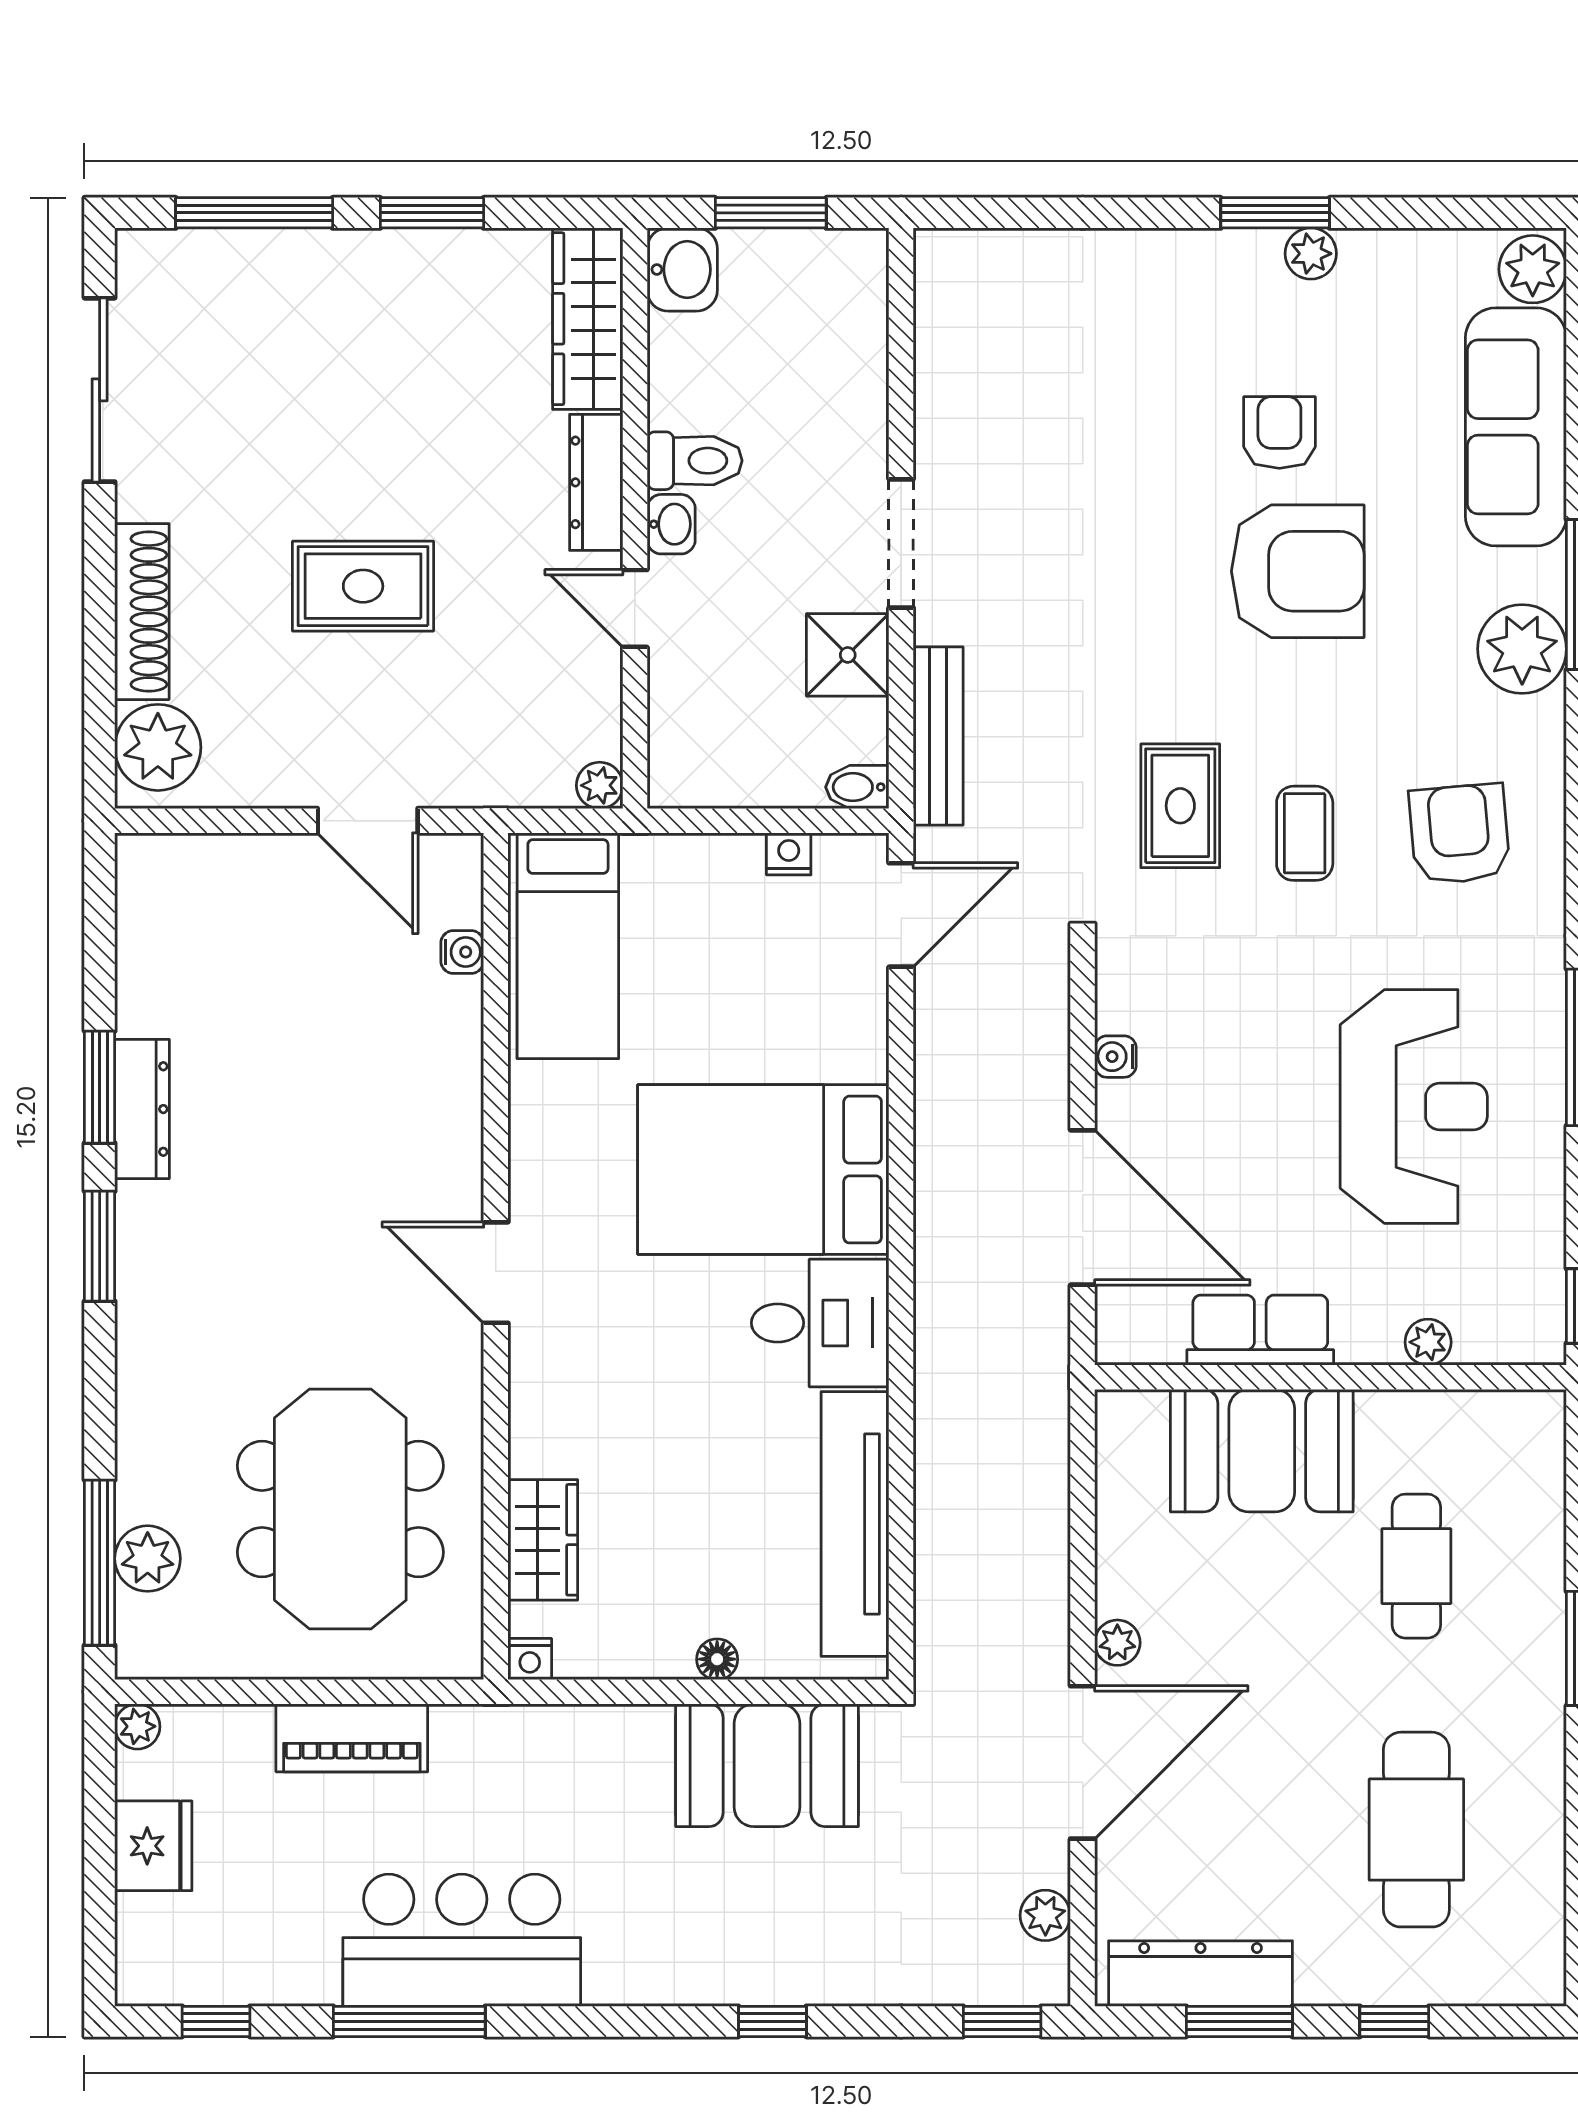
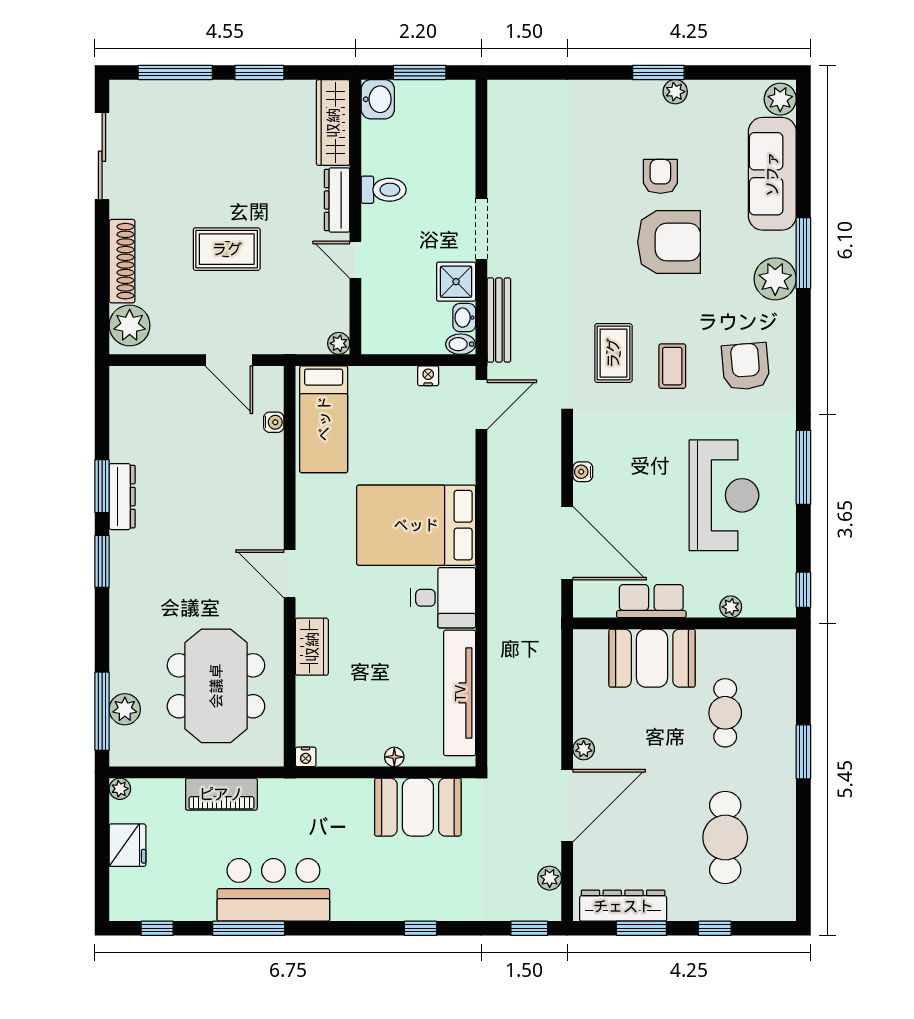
washbasin: (671, 524) -> (464, 318), moved, turned 180
wardrobe: (543, 1540) -> (312, 647), moved

